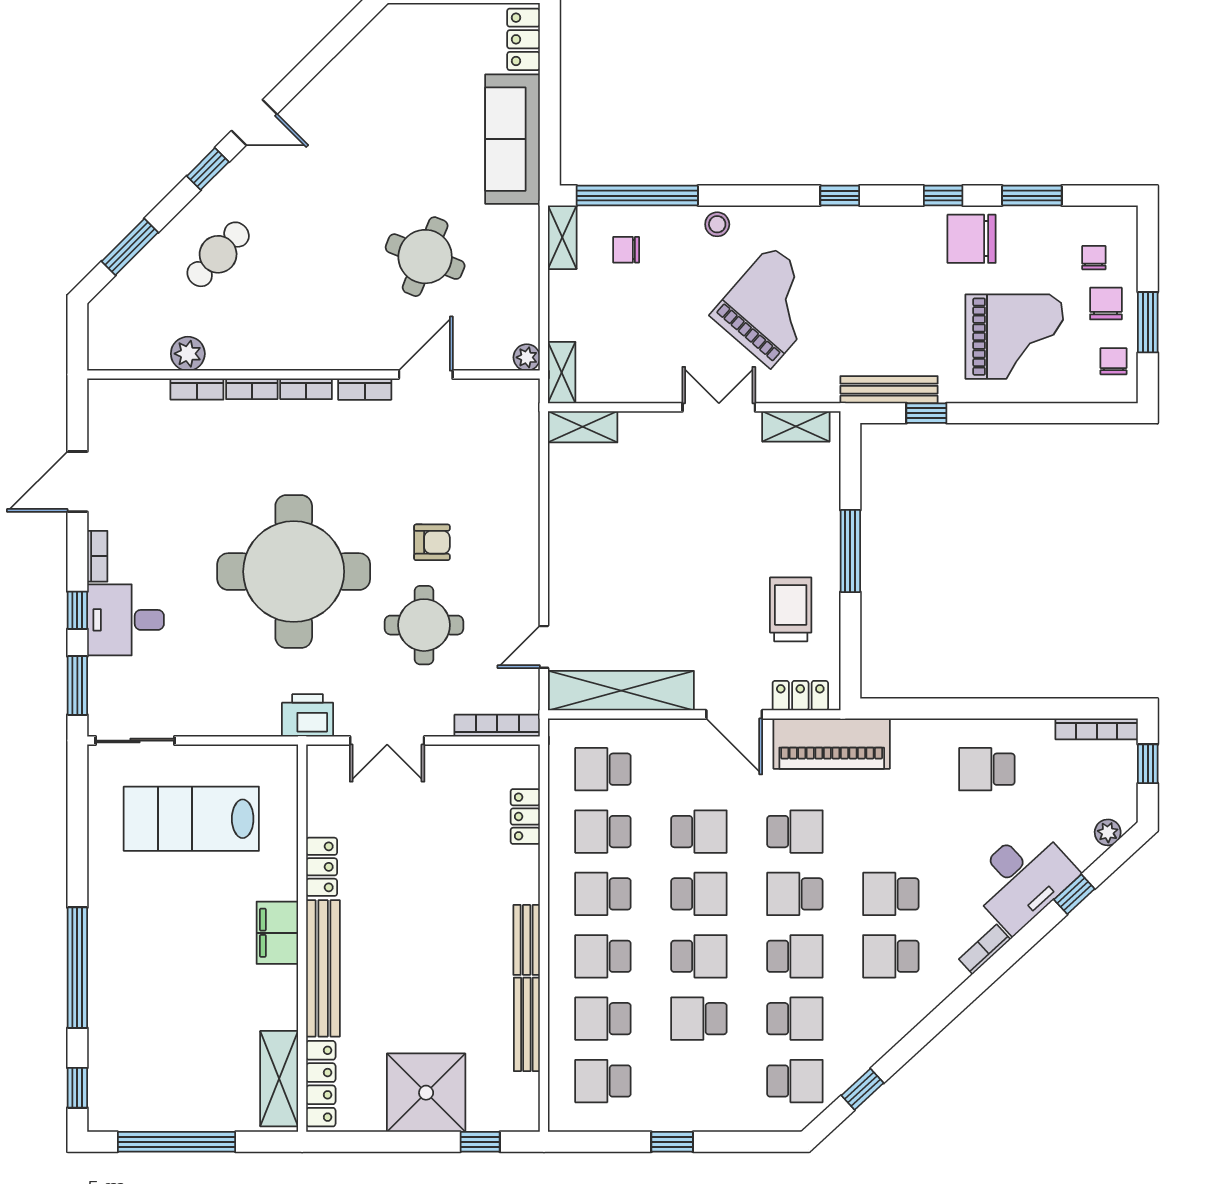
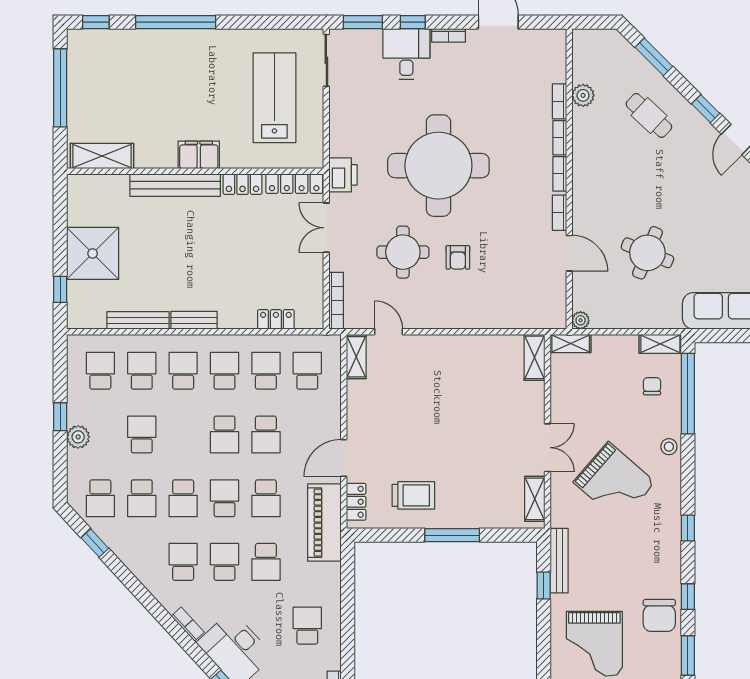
chair: (972, 239) -> (659, 615), turned 180
shelving: (621, 691) -> (356, 357), width x0.45, depth x0.75
school desk: (699, 956) -> (266, 562), moved
locker: (321, 1084) -> (294, 184), moved
plant: (703, 1115) -> (78, 437), added

